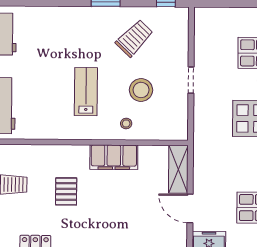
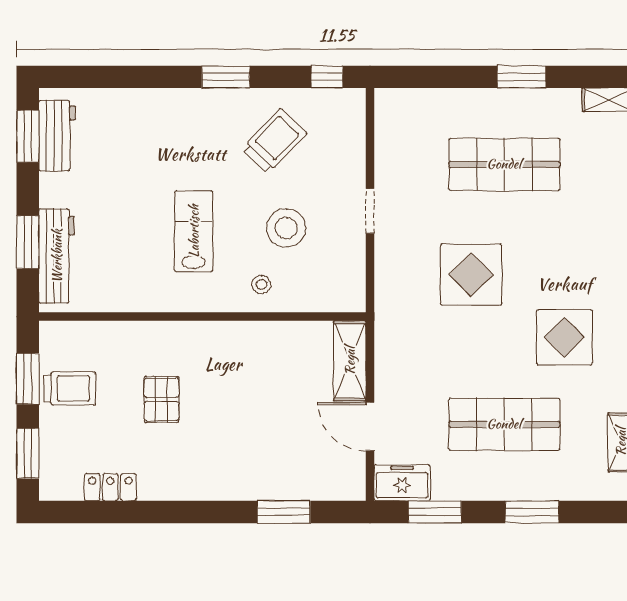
filing cabinet: (114, 157) -> (241, 341), removed

